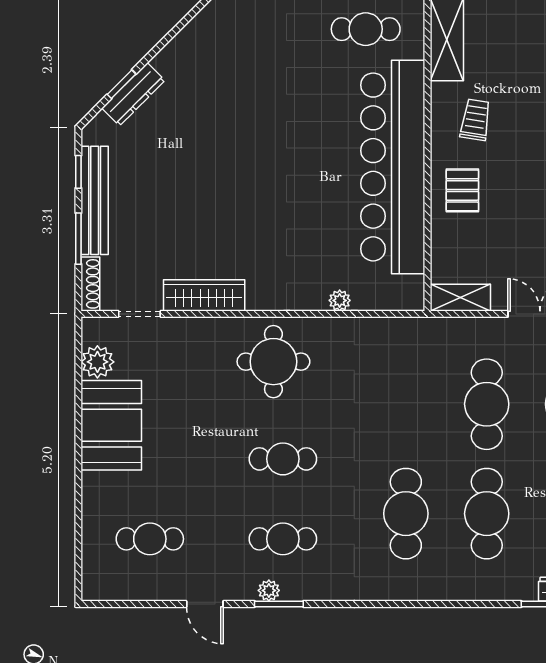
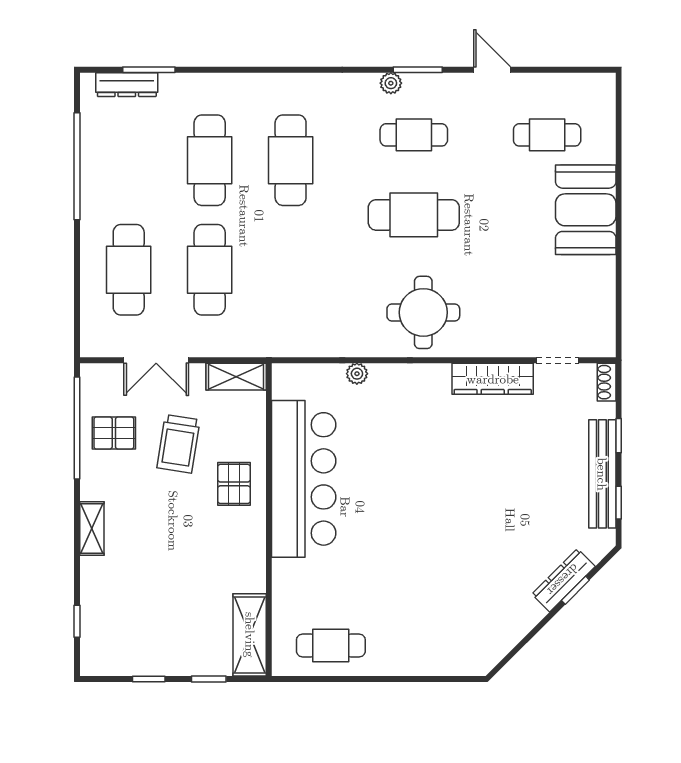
trolley: (475, 120) -> (178, 444), moved, width x1.36, depth x1.39
bar counter: (393, 167) -> (304, 479), width x0.73
window: (78, 239) -> (619, 436), width x0.67
shoe rack: (90, 284) -> (607, 382), width x0.70
plant: (97, 362) -> (599, 312), removed
booth: (111, 425) -> (586, 210), moved
cafe table: (283, 459) -> (414, 215), width x1.37, depth x1.35
plant: (269, 590) -> (391, 83), moved

